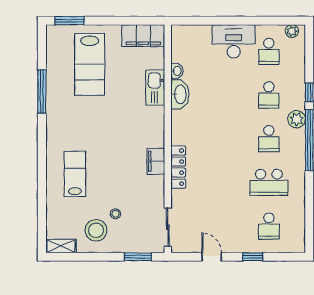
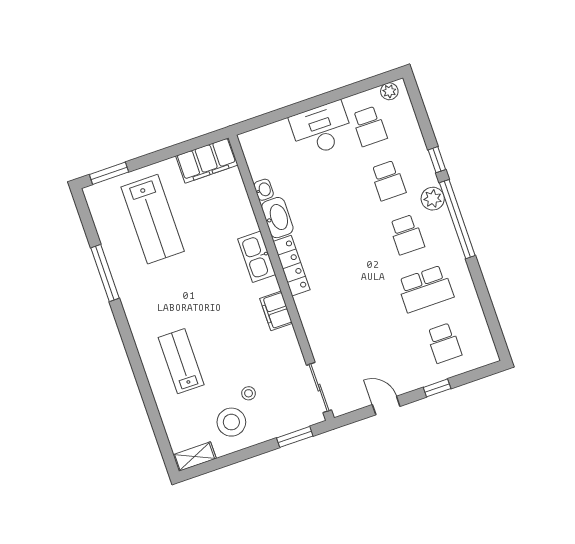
kitchen sink: (155, 88) -> (257, 257), moved
locker: (178, 167) -> (292, 266), moved

